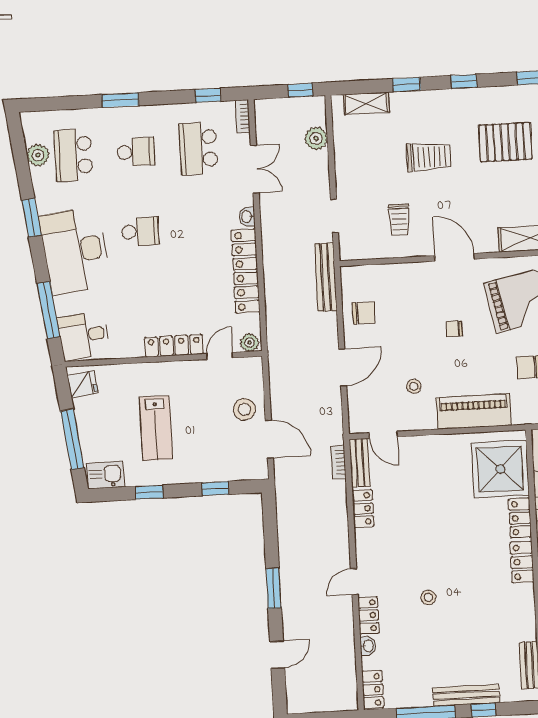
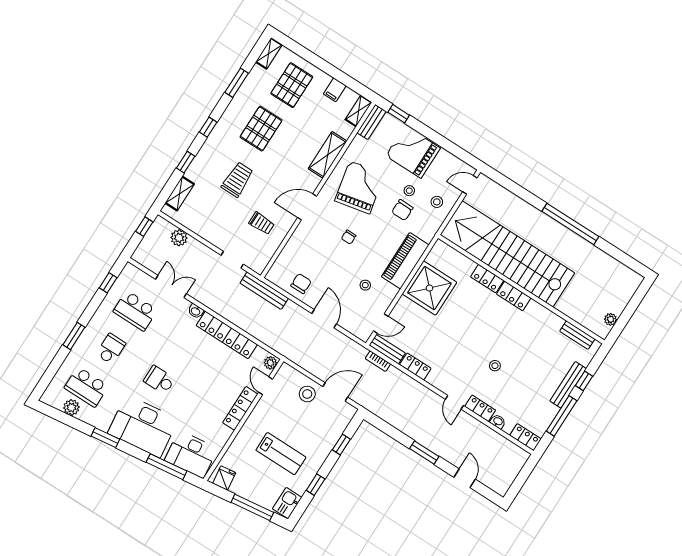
bookcase: (243, 116) -> (135, 271), removed
school desk: (140, 231) -> (159, 380), turned -90
desk: (84, 336) -> (191, 454), width x1.37
shower: (500, 469) -> (429, 288), moved

